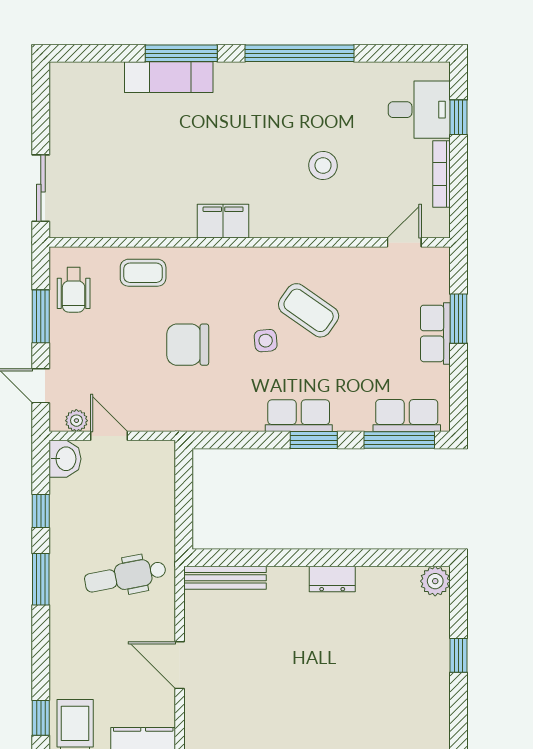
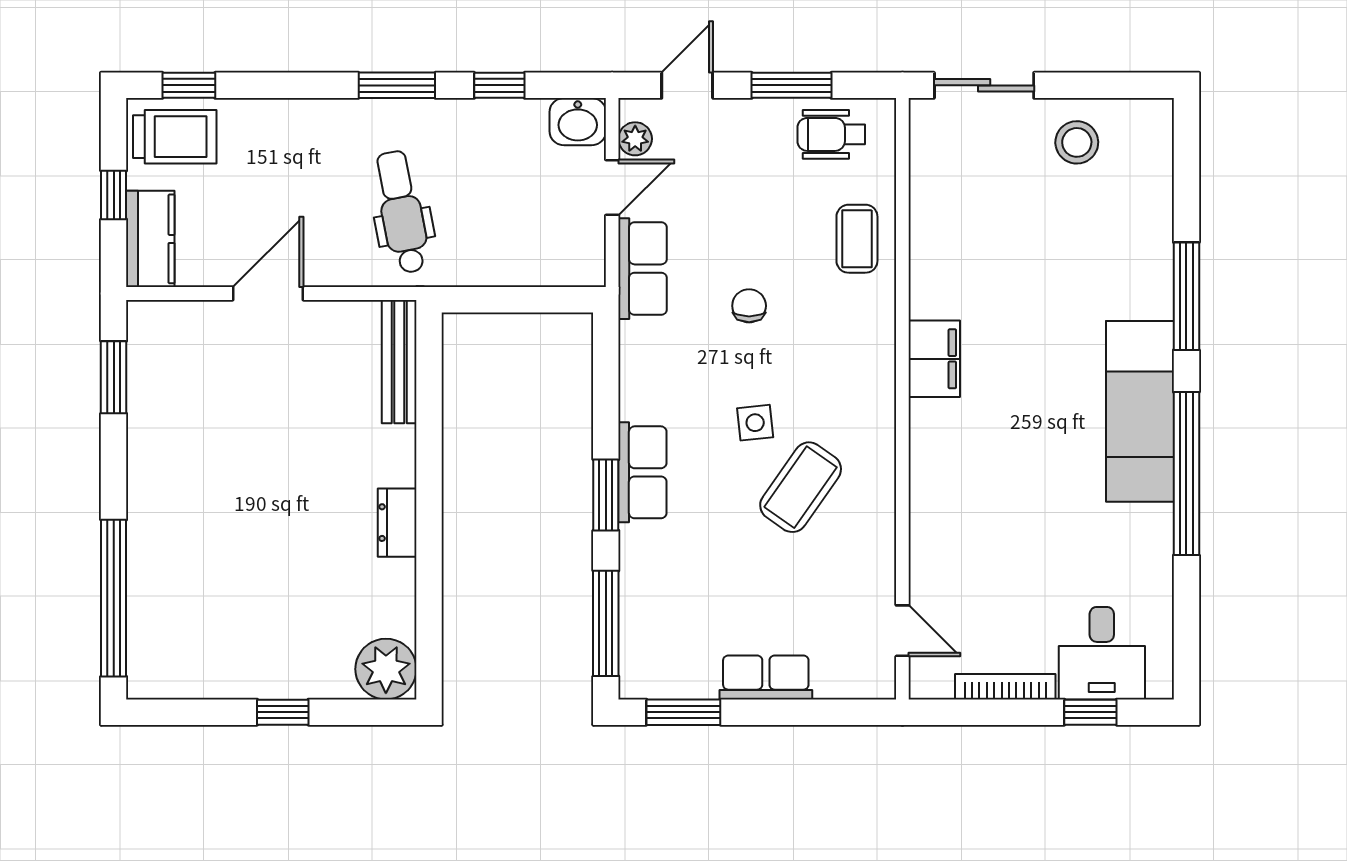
exam couch: (169, 77) -> (1140, 411), moved, width x1.36, depth x1.45
stool: (323, 165) -> (1077, 142), moved
window: (458, 319) -> (683, 712), moved
chair: (188, 345) -> (749, 306), width x0.54, depth x0.54
row of seats: (407, 416) -> (643, 269), moved
plant: (435, 581) -> (386, 669), width x1.36, depth x1.36

